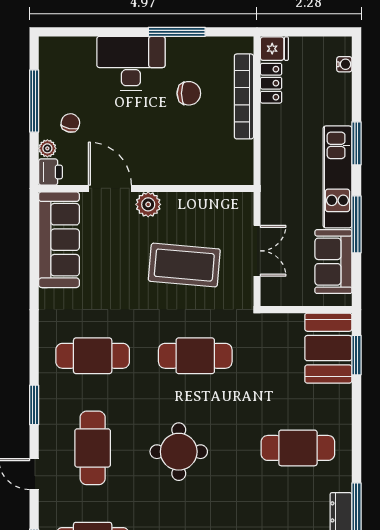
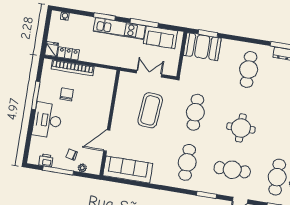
printer: (51, 172) -> (46, 160), moved
plant: (148, 204) -> (118, 123), removed

